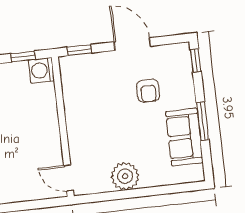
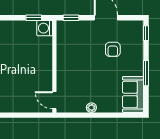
sofa: (184, 137) -> (133, 94), moved
plant: (125, 176) -> (91, 108), width x0.53, depth x0.53

